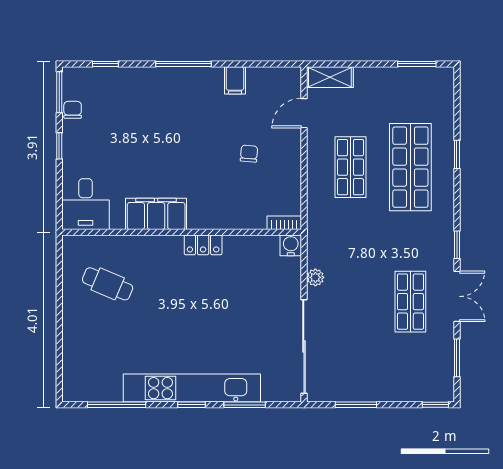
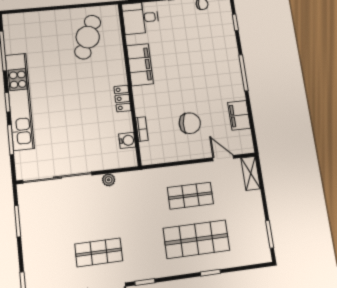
filing cabinet: (235, 80) -> (239, 115), width x2.00
chair: (249, 154) -> (190, 123), width x1.87, depth x1.87
bookcase: (284, 223) -> (142, 129), moved
water cooler: (291, 245) -> (127, 140), moved
cafe table: (108, 284) -> (88, 37), width x1.37, depth x1.35

